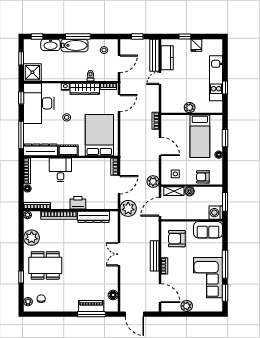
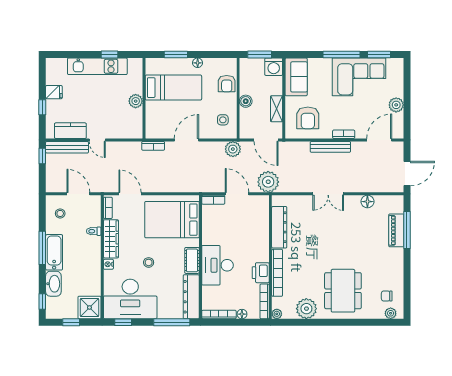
window: (137, 36) -> (42, 156), moved
desk: (60, 170) -> (217, 265), width x1.37
shelving: (174, 191) -> (277, 109), moved
printer: (78, 203) -> (261, 273), moved
window: (21, 277) -> (358, 322), removed
floor lamp: (113, 295) -> (367, 202), moved

